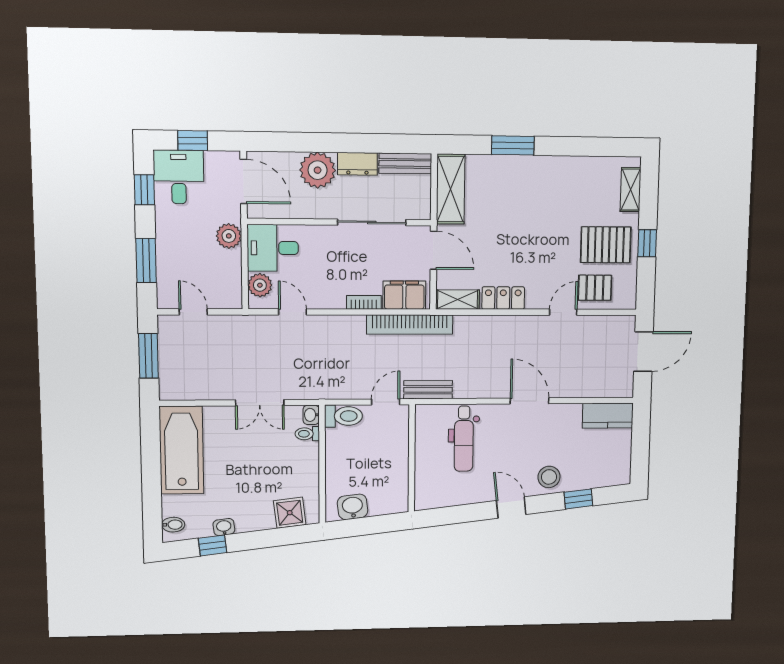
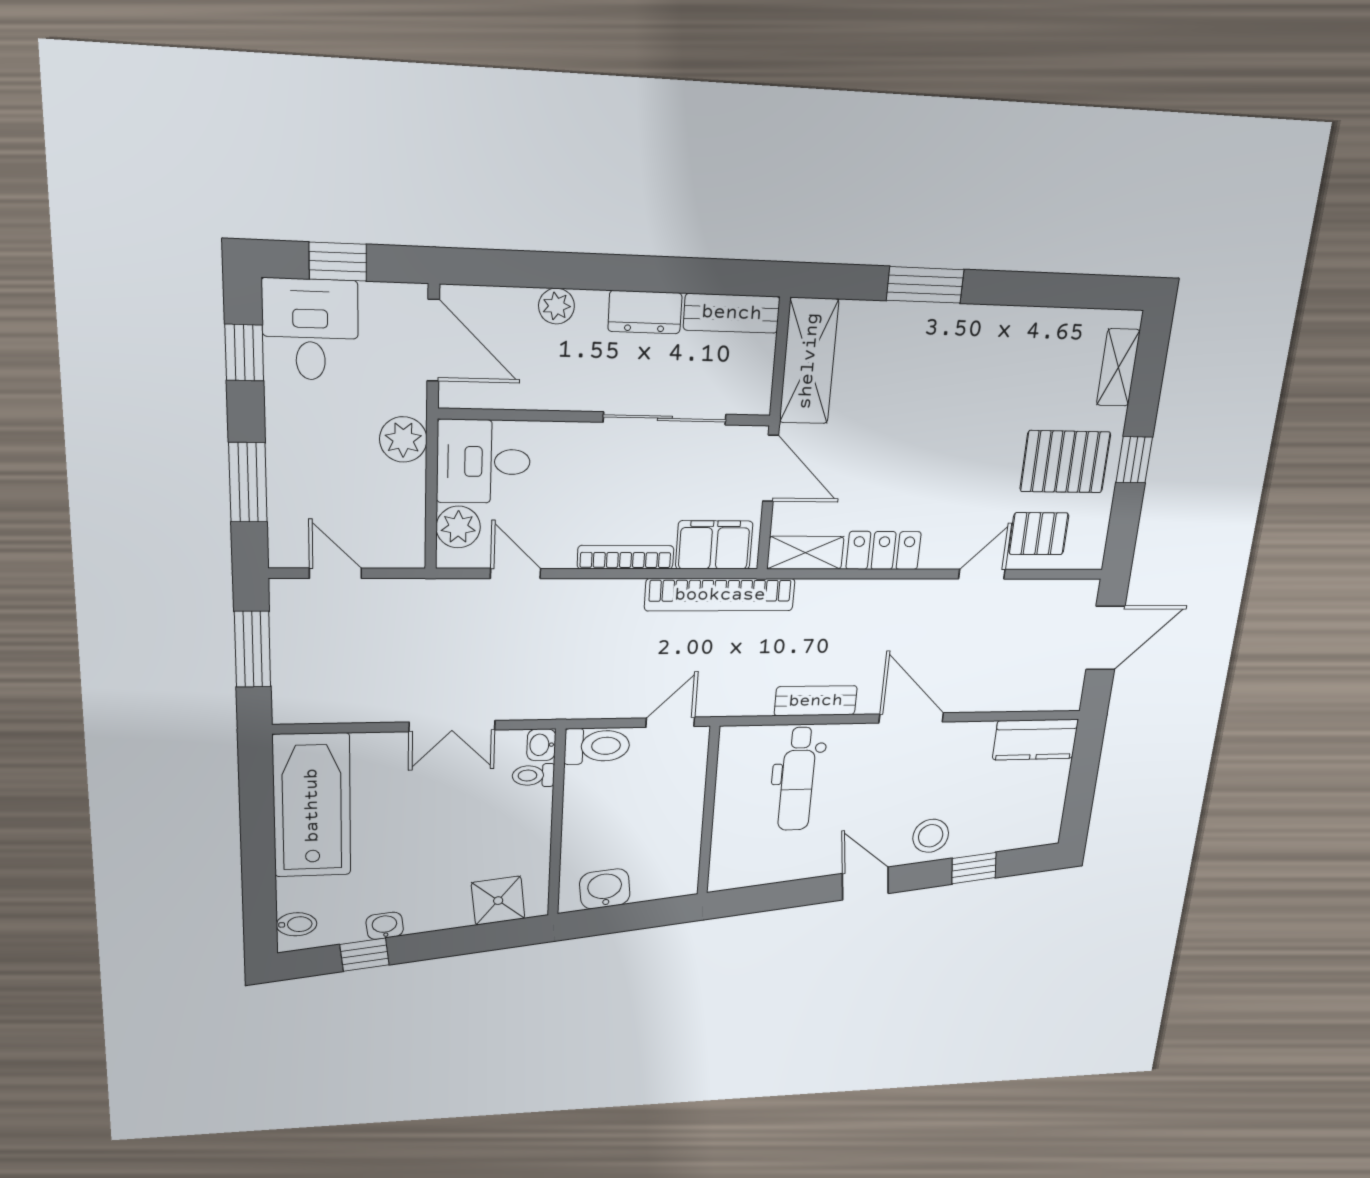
plant: (318, 170) -> (556, 306), width x0.53, depth x0.53
bookcase: (364, 302) -> (626, 557), width x1.56
bench: (428, 390) -> (816, 701), moved

